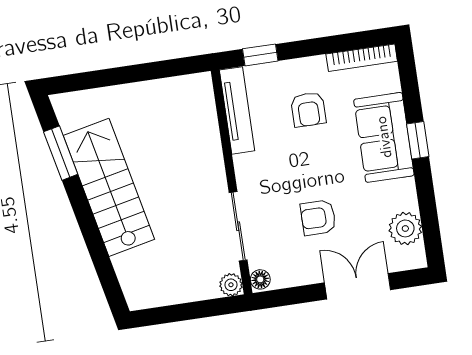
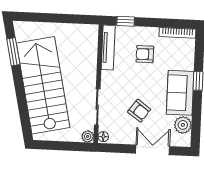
armchair: (308, 109) -> (145, 54), turned 90
sofa: (384, 137) -> (180, 93), moved
stairs: (109, 187) -> (43, 85), width x1.36, depth x1.51
armchair: (318, 218) -> (139, 111), turned -144

